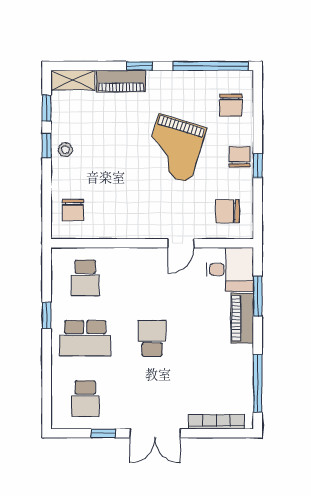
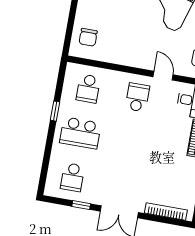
door: (181, 243) -> (163, 76), swing flipped
school desk: (152, 338) -> (137, 97), moved

